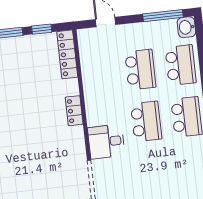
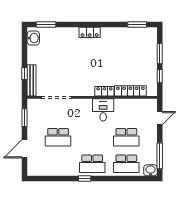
locker: (67, 54) -> (130, 91), moved
school desk: (146, 121) -> (58, 137), moved
desk: (106, 142) -> (103, 110), moved

